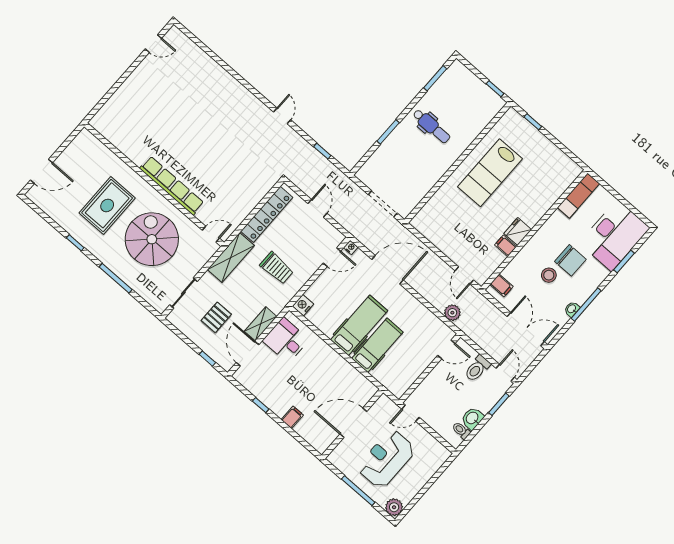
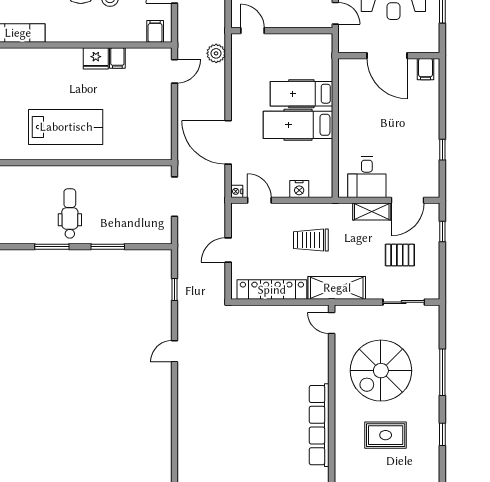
window: (435, 78) -> (52, 247), moved
row of seats: (172, 186) -> (319, 425), moved
rug: (107, 205) -> (386, 435), width x0.73, depth x0.70
trolley: (277, 268) -> (311, 240), turned -90
nightstand: (303, 305) -> (299, 189), moved
filing cabinet: (292, 417) -> (425, 69), moved, turned -90

